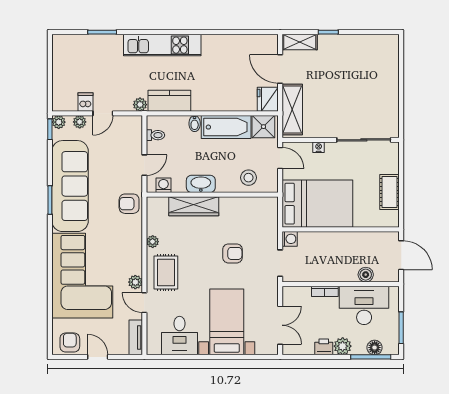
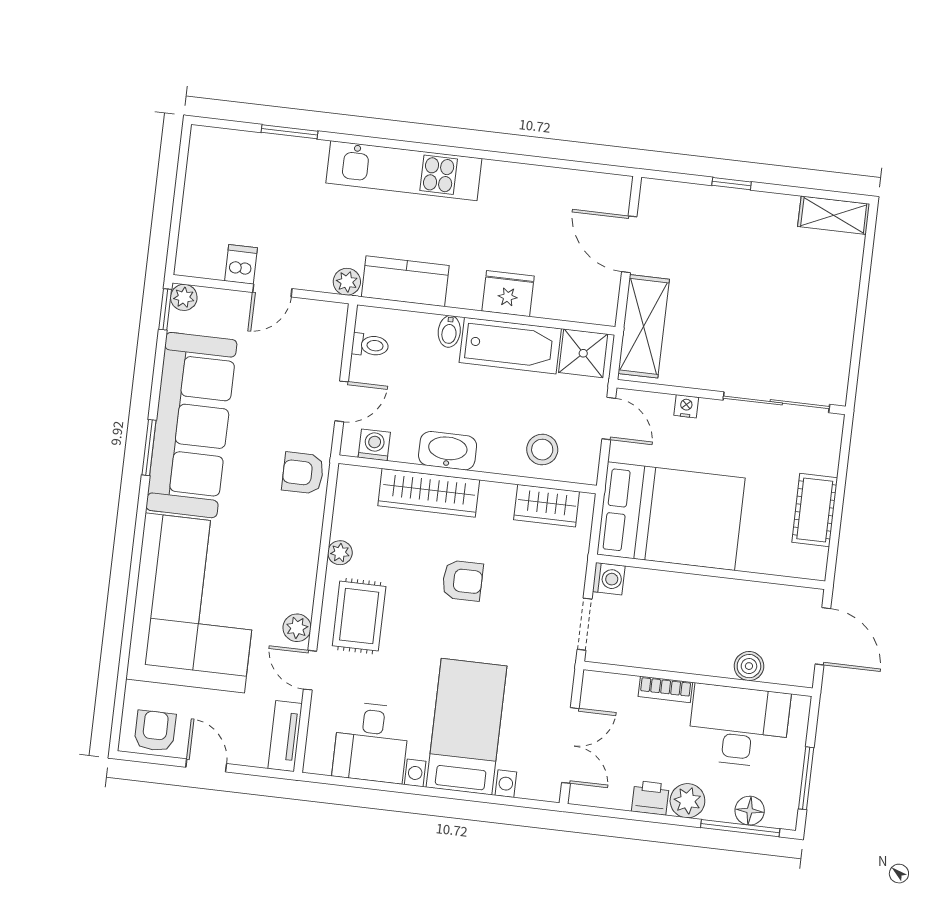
shelving: (300, 42) -> (834, 215), moved
fridge: (268, 99) -> (508, 294), moved, turned 90
plant: (80, 122) -> (225, 302), removed
wardrobe: (254, 206) -> (547, 506), added
armchair: (232, 253) -> (462, 581), moved

